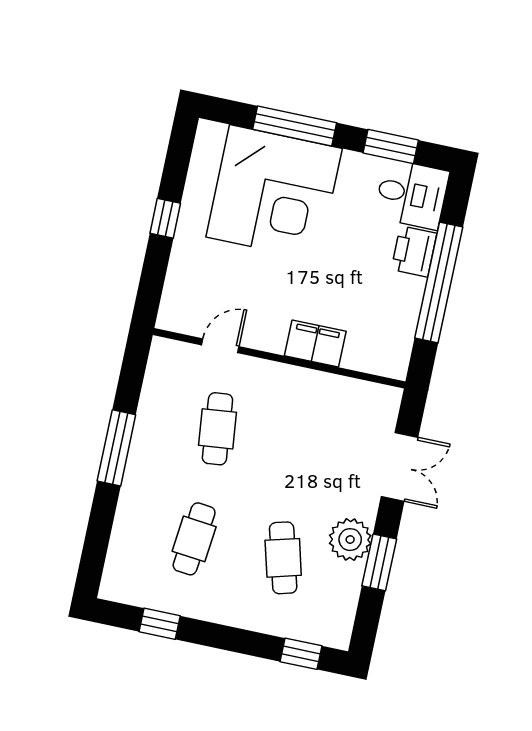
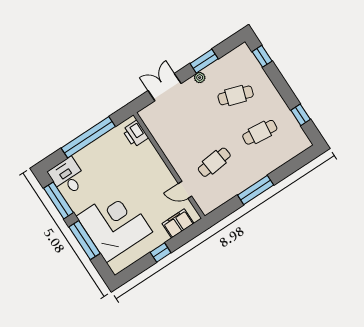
window: (391, 146) -> (58, 200), width x1.44
printer: (414, 251) -> (135, 134), moved, turned 90
filing cabinet: (315, 343) -> (178, 223), moved, turned 90
plant: (350, 540) -> (200, 78), width x0.53, depth x0.53
cafe table: (283, 558) -> (236, 95), turned 33

